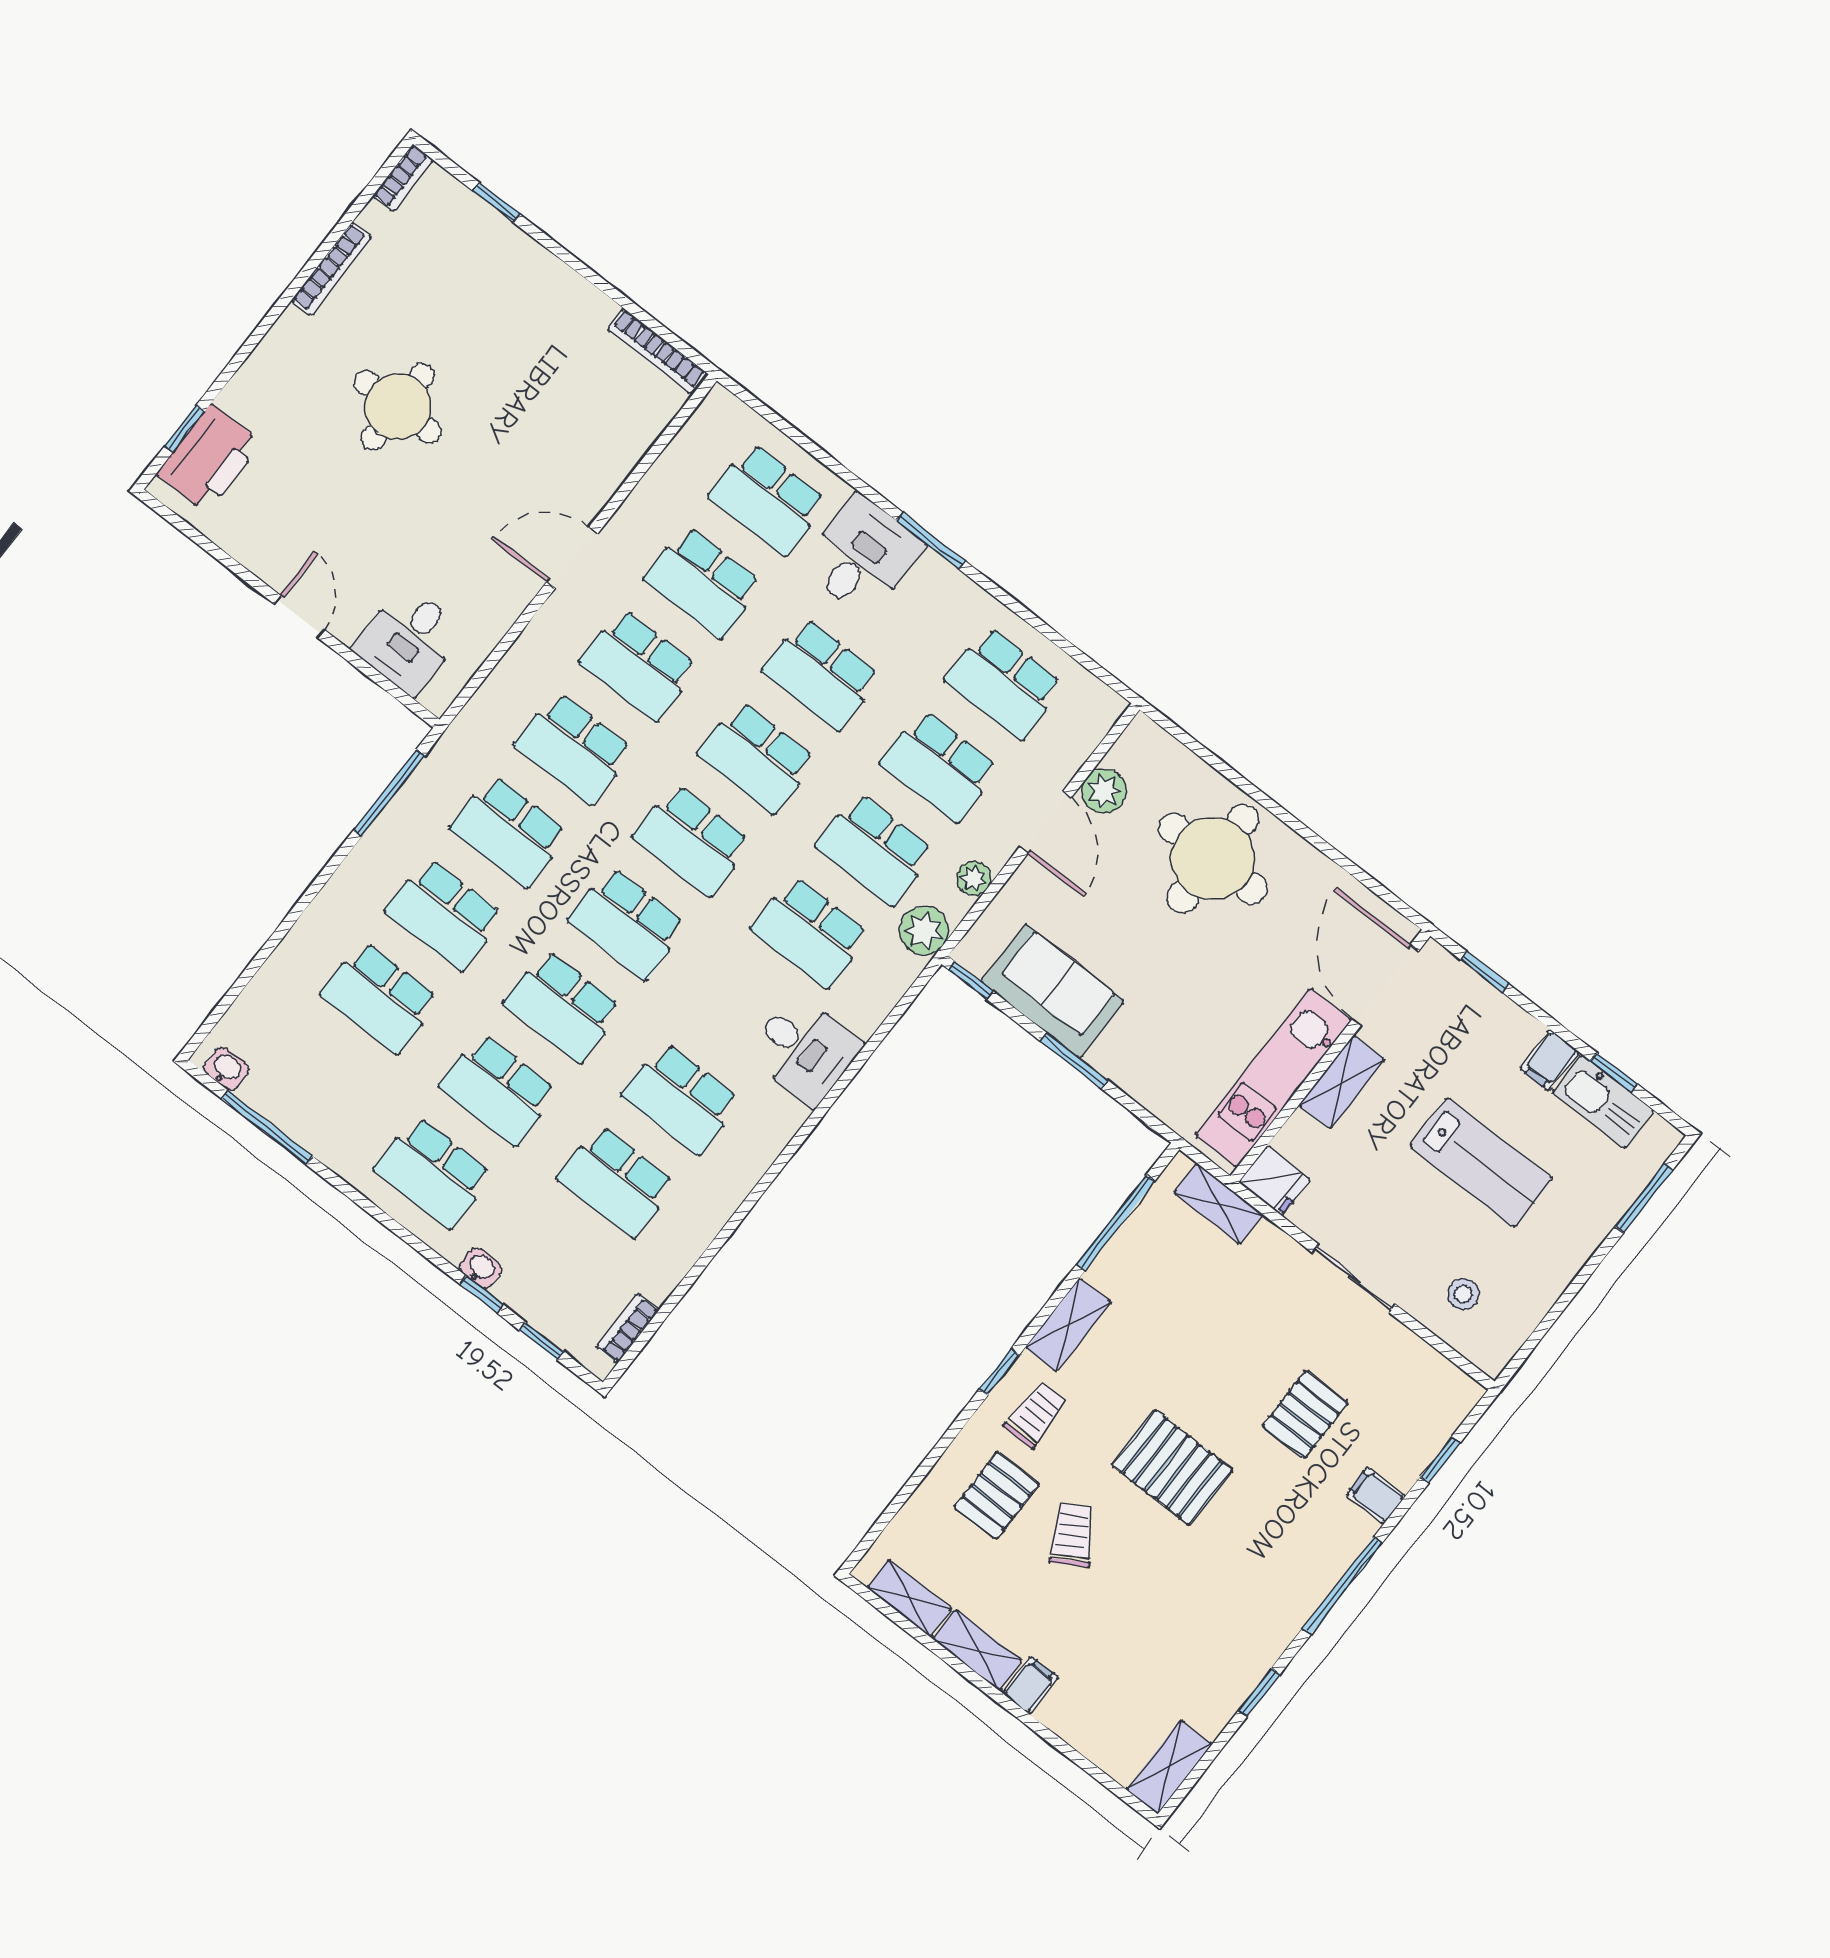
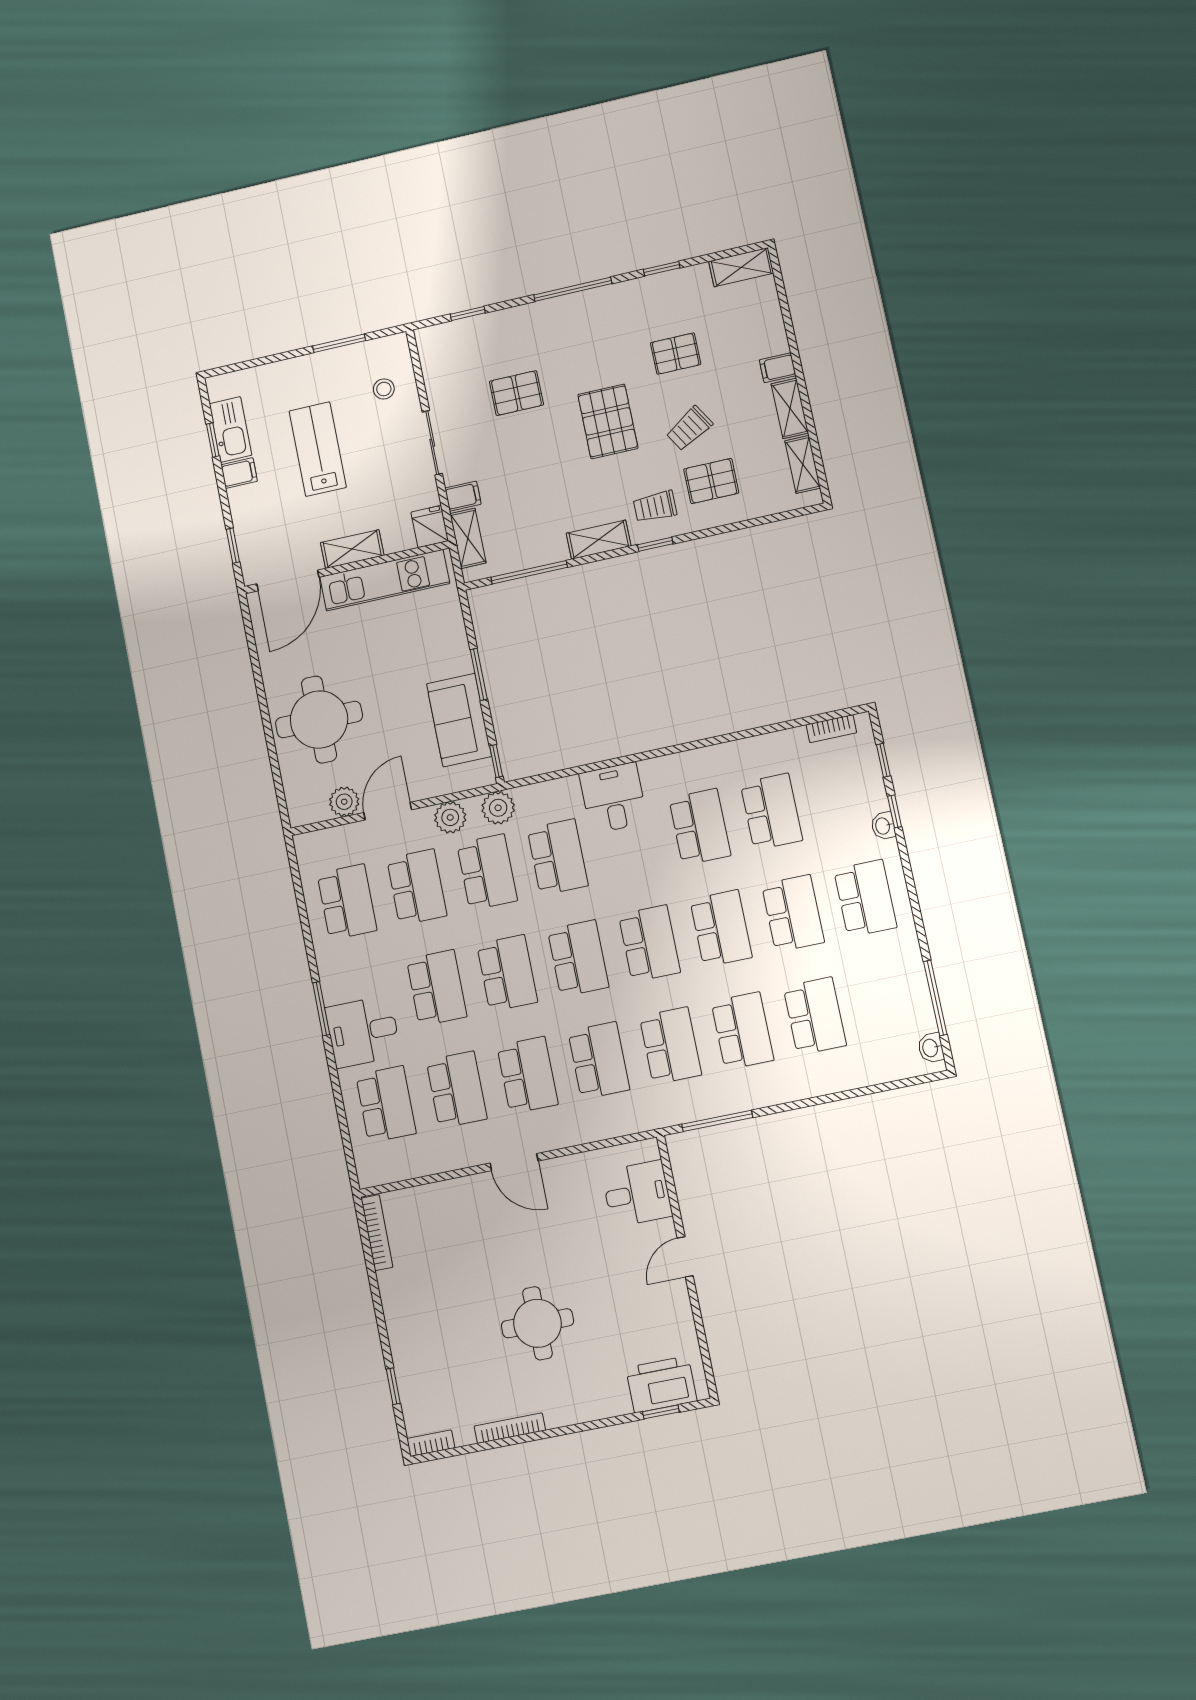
plant: (974, 878) -> (450, 817), width x1.38, depth x1.38
window: (1644, 1198) -> (339, 343), moved
filing cabinet: (1376, 1495) -> (463, 496), moved, turned -90
pallet: (1160, 1608) -> (676, 354), added

